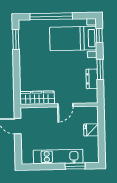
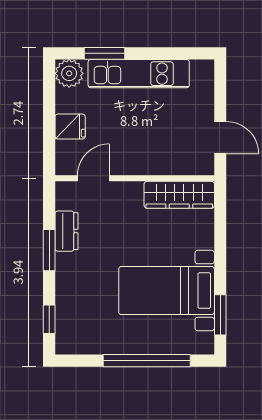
bed with nightstands: (73, 38) -> (167, 291), moved, turned 180
door: (65, 105) -> (93, 178), moved
plant: (92, 156) -> (69, 73), added

